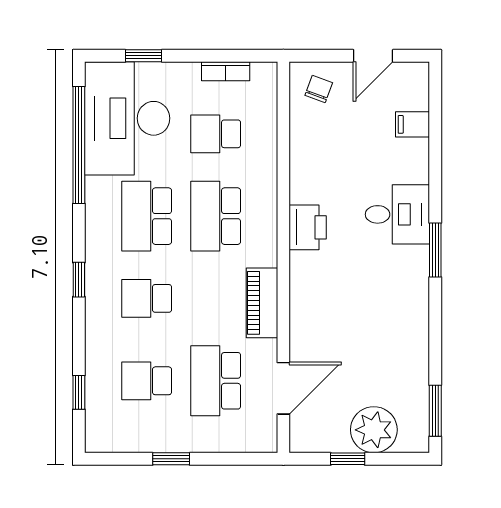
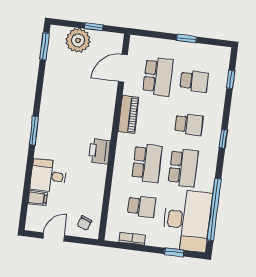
desk: (397, 214) -> (48, 176), moved

